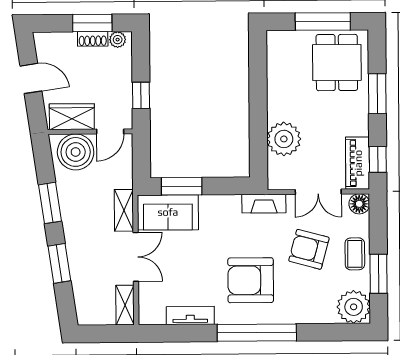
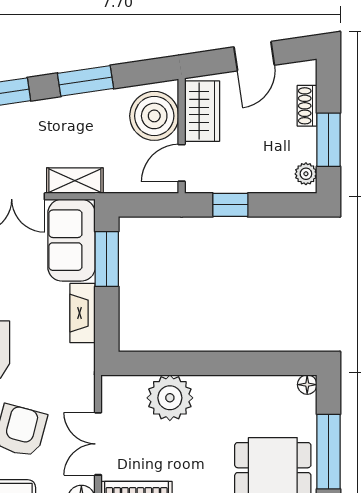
floor lamp: (273, 38) -> (307, 385), added
shoe rack: (93, 39) -> (307, 106), moved
door: (110, 131) -> (182, 163), hinge flipped
fireplace: (264, 204) -> (83, 313), moved

